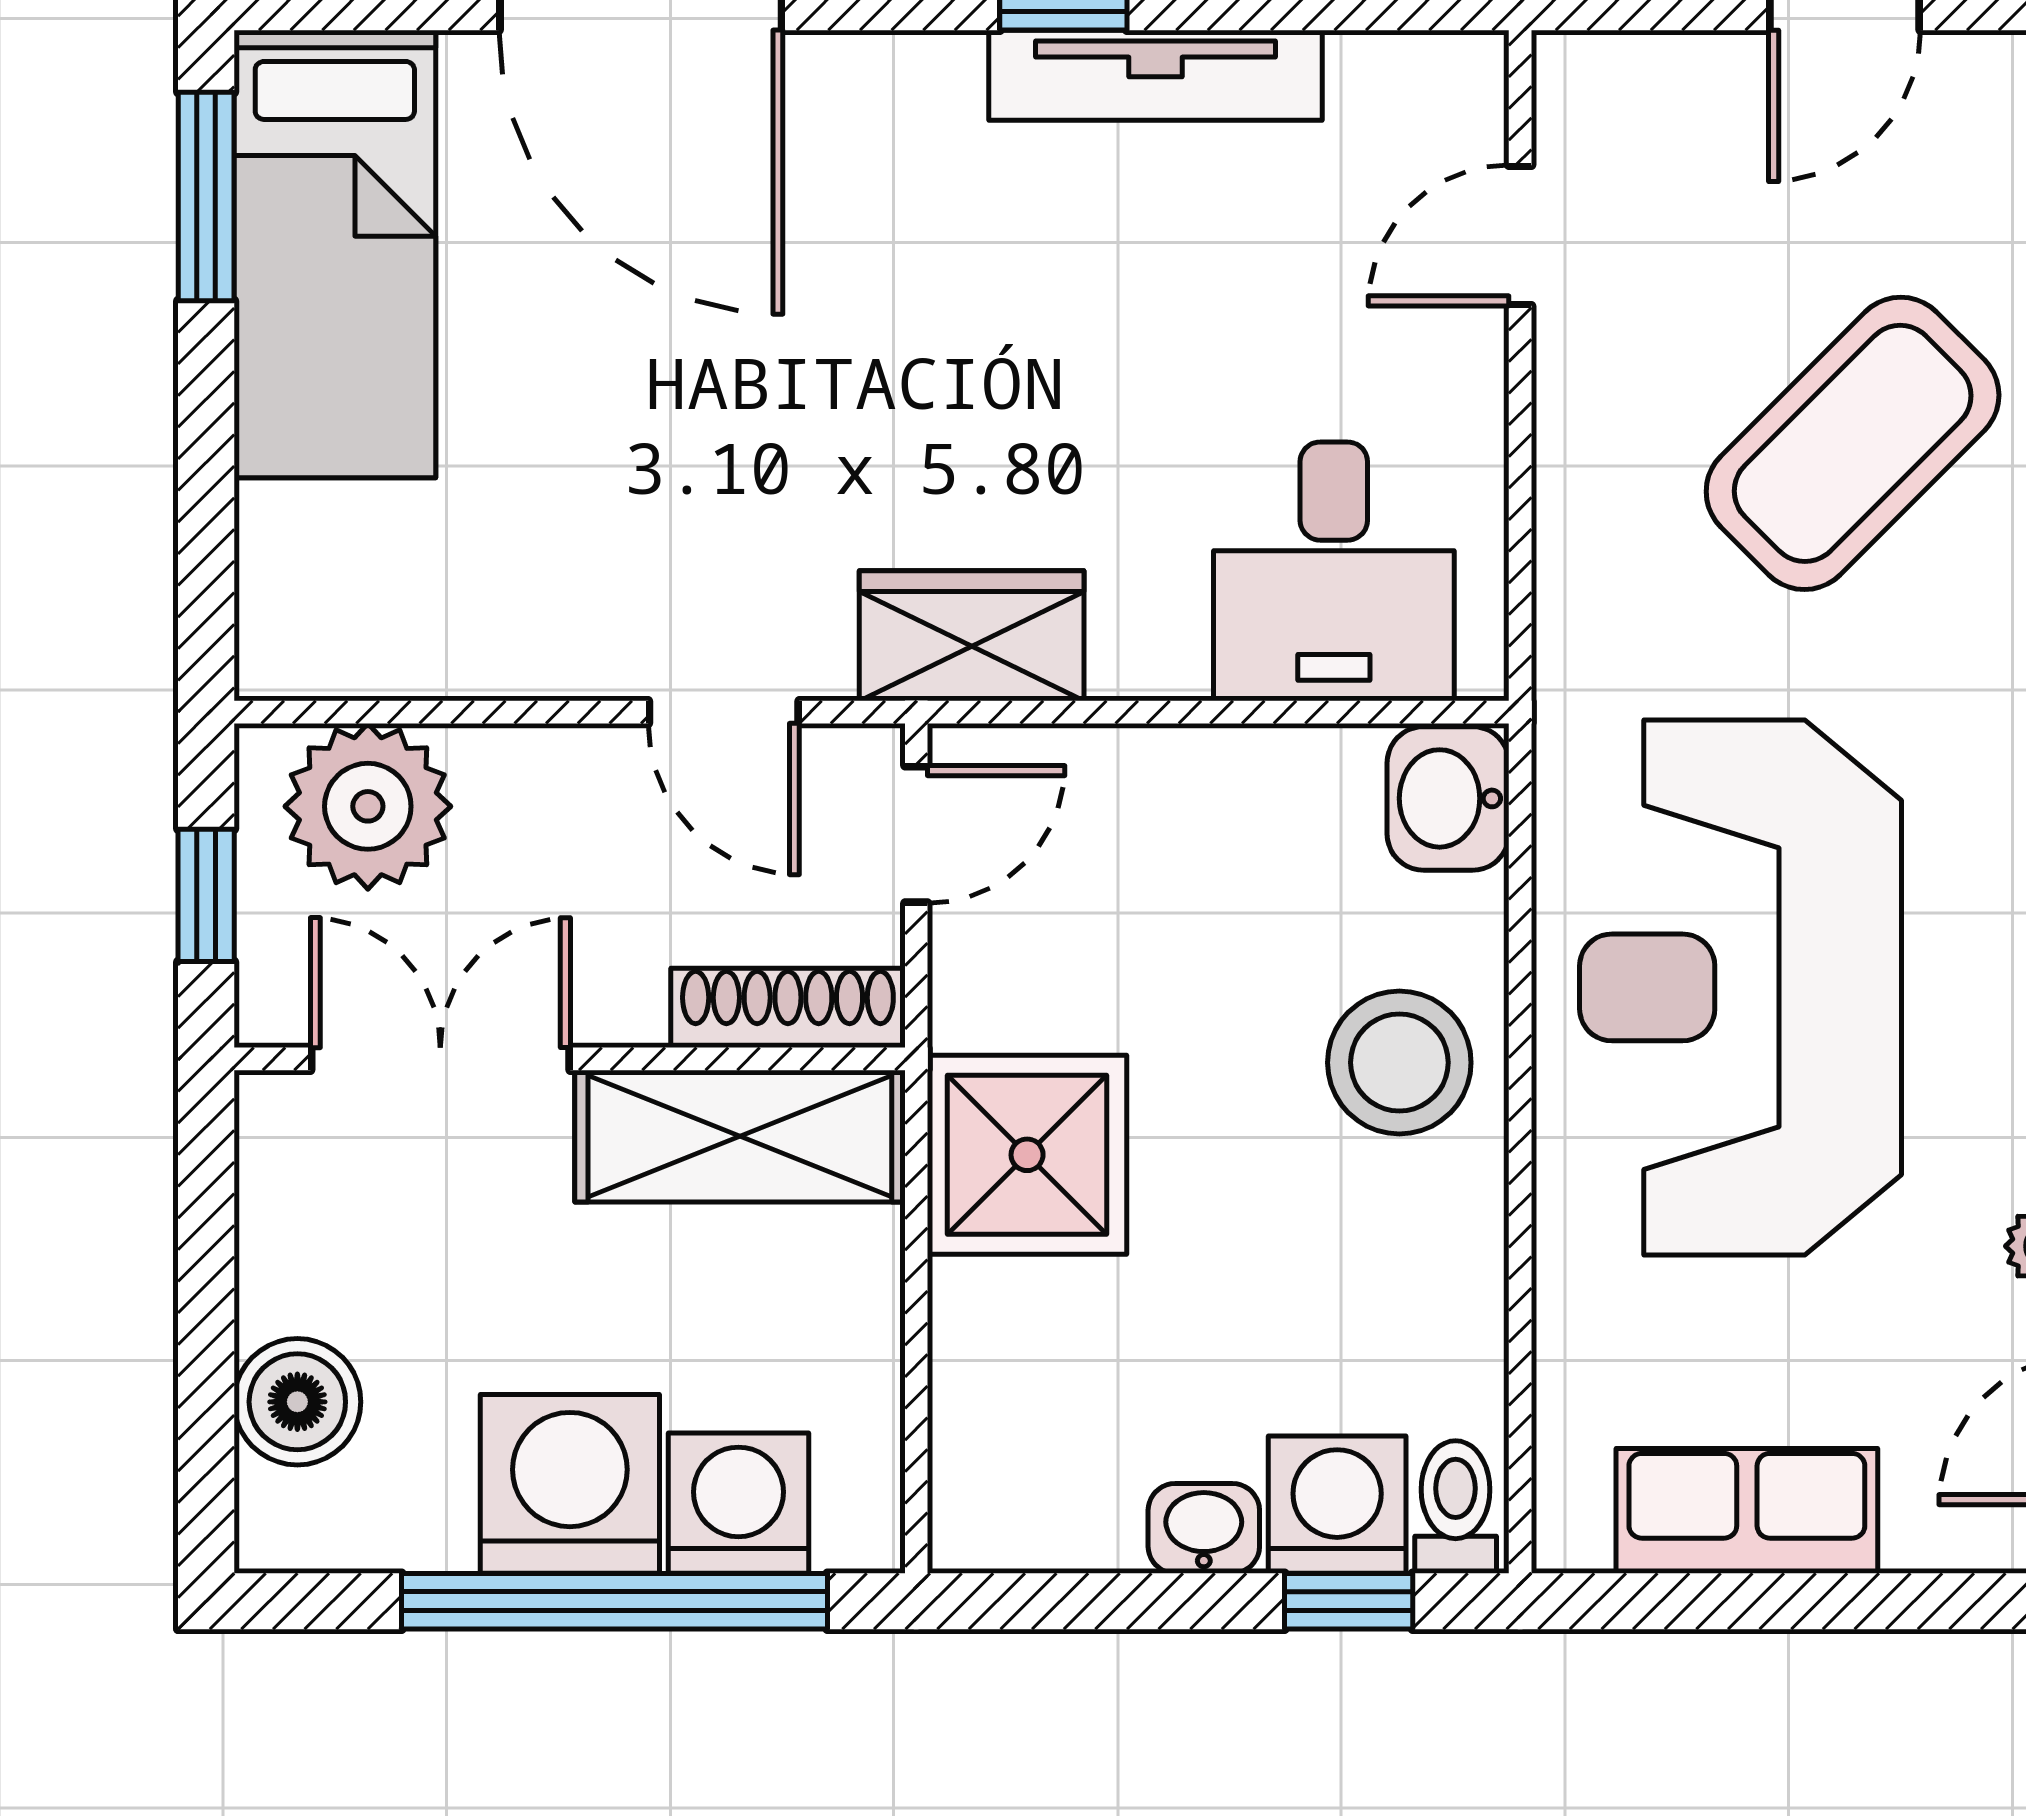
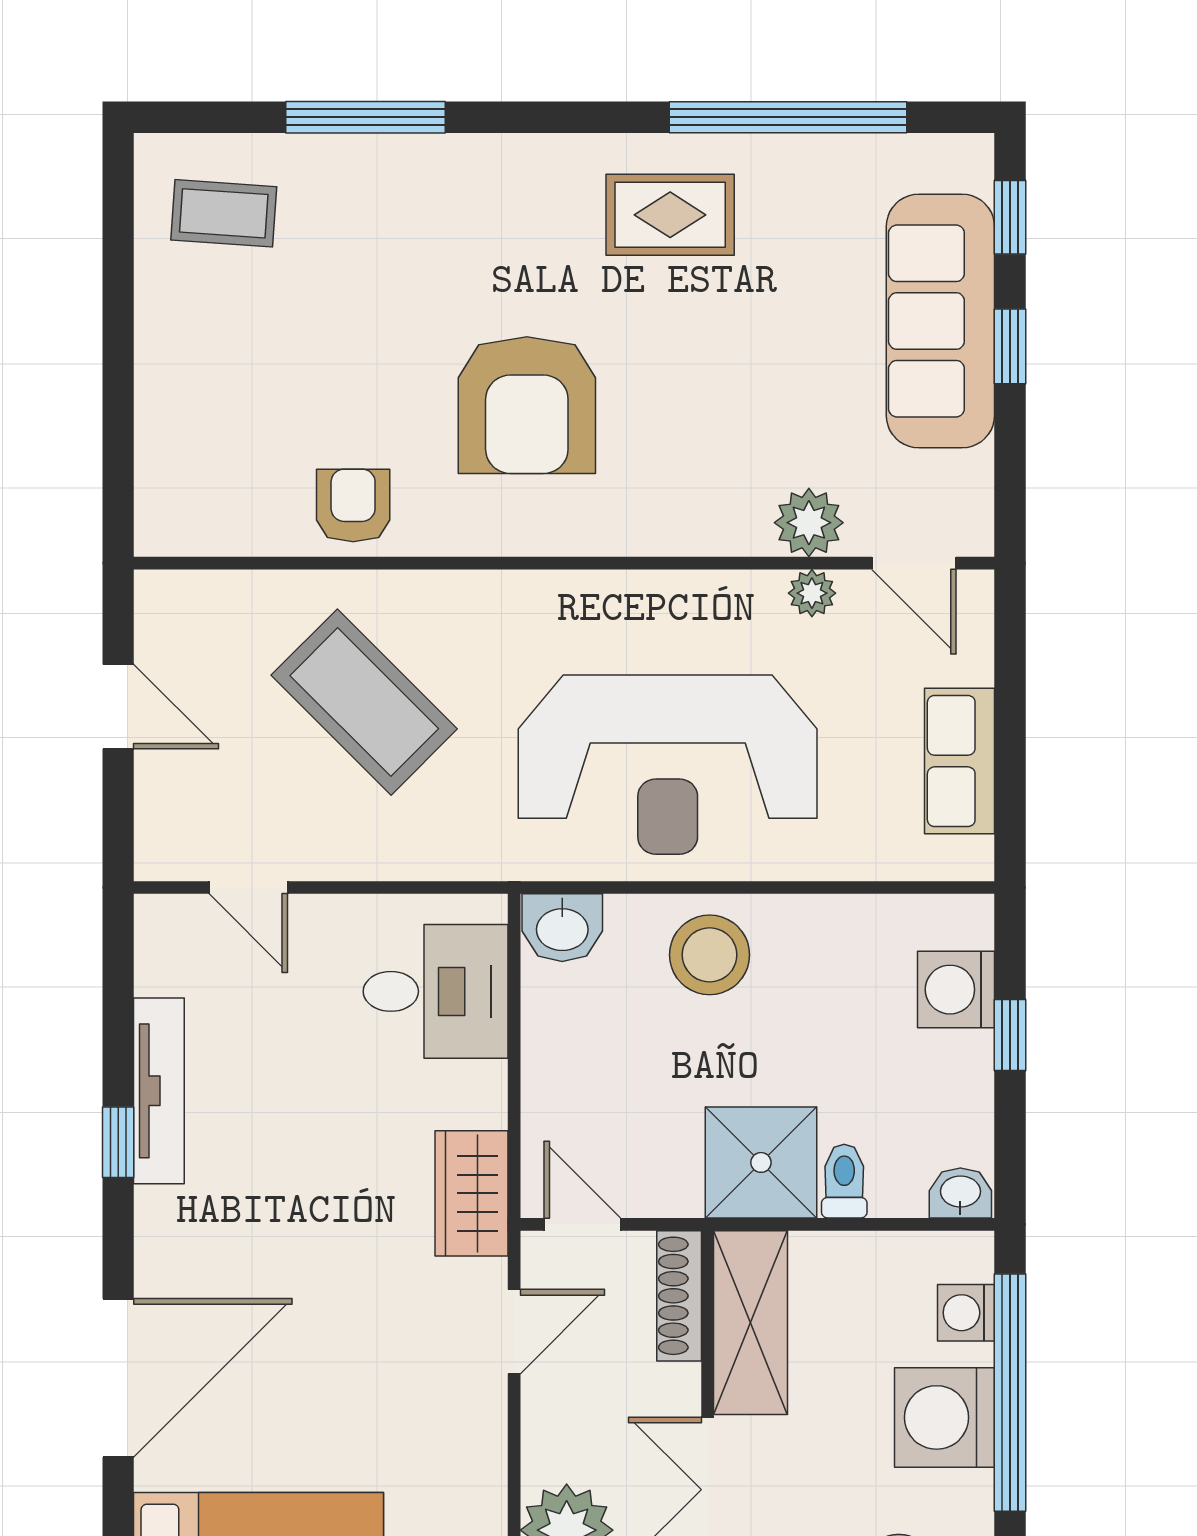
washing machine: (738, 1503) -> (966, 1313), width x0.73, depth x0.73
toilet: (1456, 1507) -> (844, 1181), moved, turned 90
washbasin: (1204, 1528) -> (960, 1193), moved, turned 90
window: (1349, 1601) -> (1010, 1035), moved

